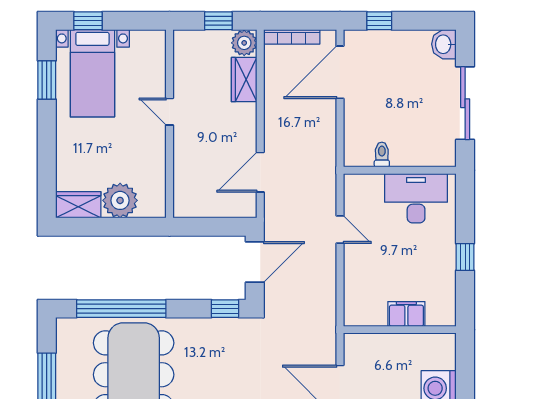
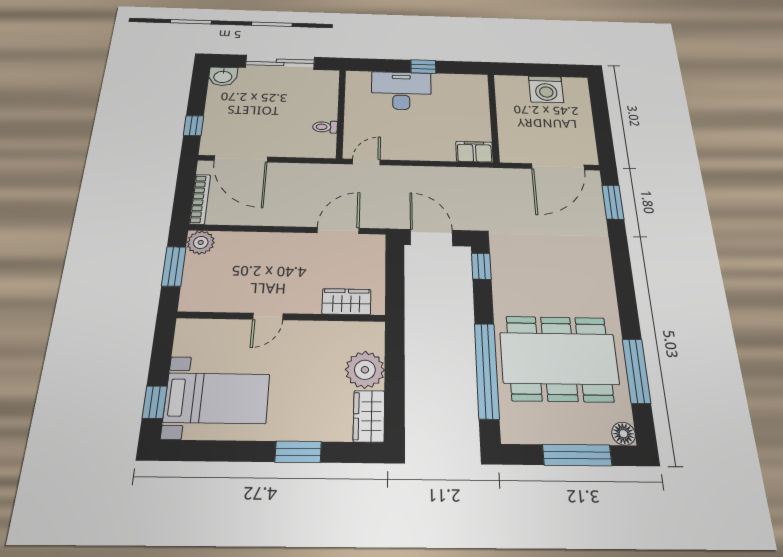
window: (218, 21) -> (174, 266), width x1.50
window: (47, 80) -> (298, 452), moved
wardrobe: (244, 80) -> (346, 302), moved, turned 180
door: (260, 172) -> (338, 231), swing flipped
desk: (416, 198) -> (401, 91), moved, turned 90
door: (340, 230) -> (366, 162), moved
filing cabinet: (406, 314) -> (474, 152), moved, turned 90

